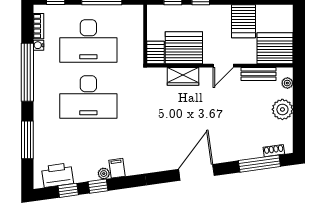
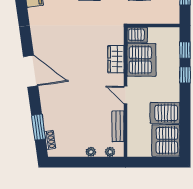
server rack: (275, 48) -> (166, 140), moved, turned 180
plant: (282, 109) -> (91, 152), width x0.53, depth x0.53
window: (259, 164) -> (38, 127), width x0.69

